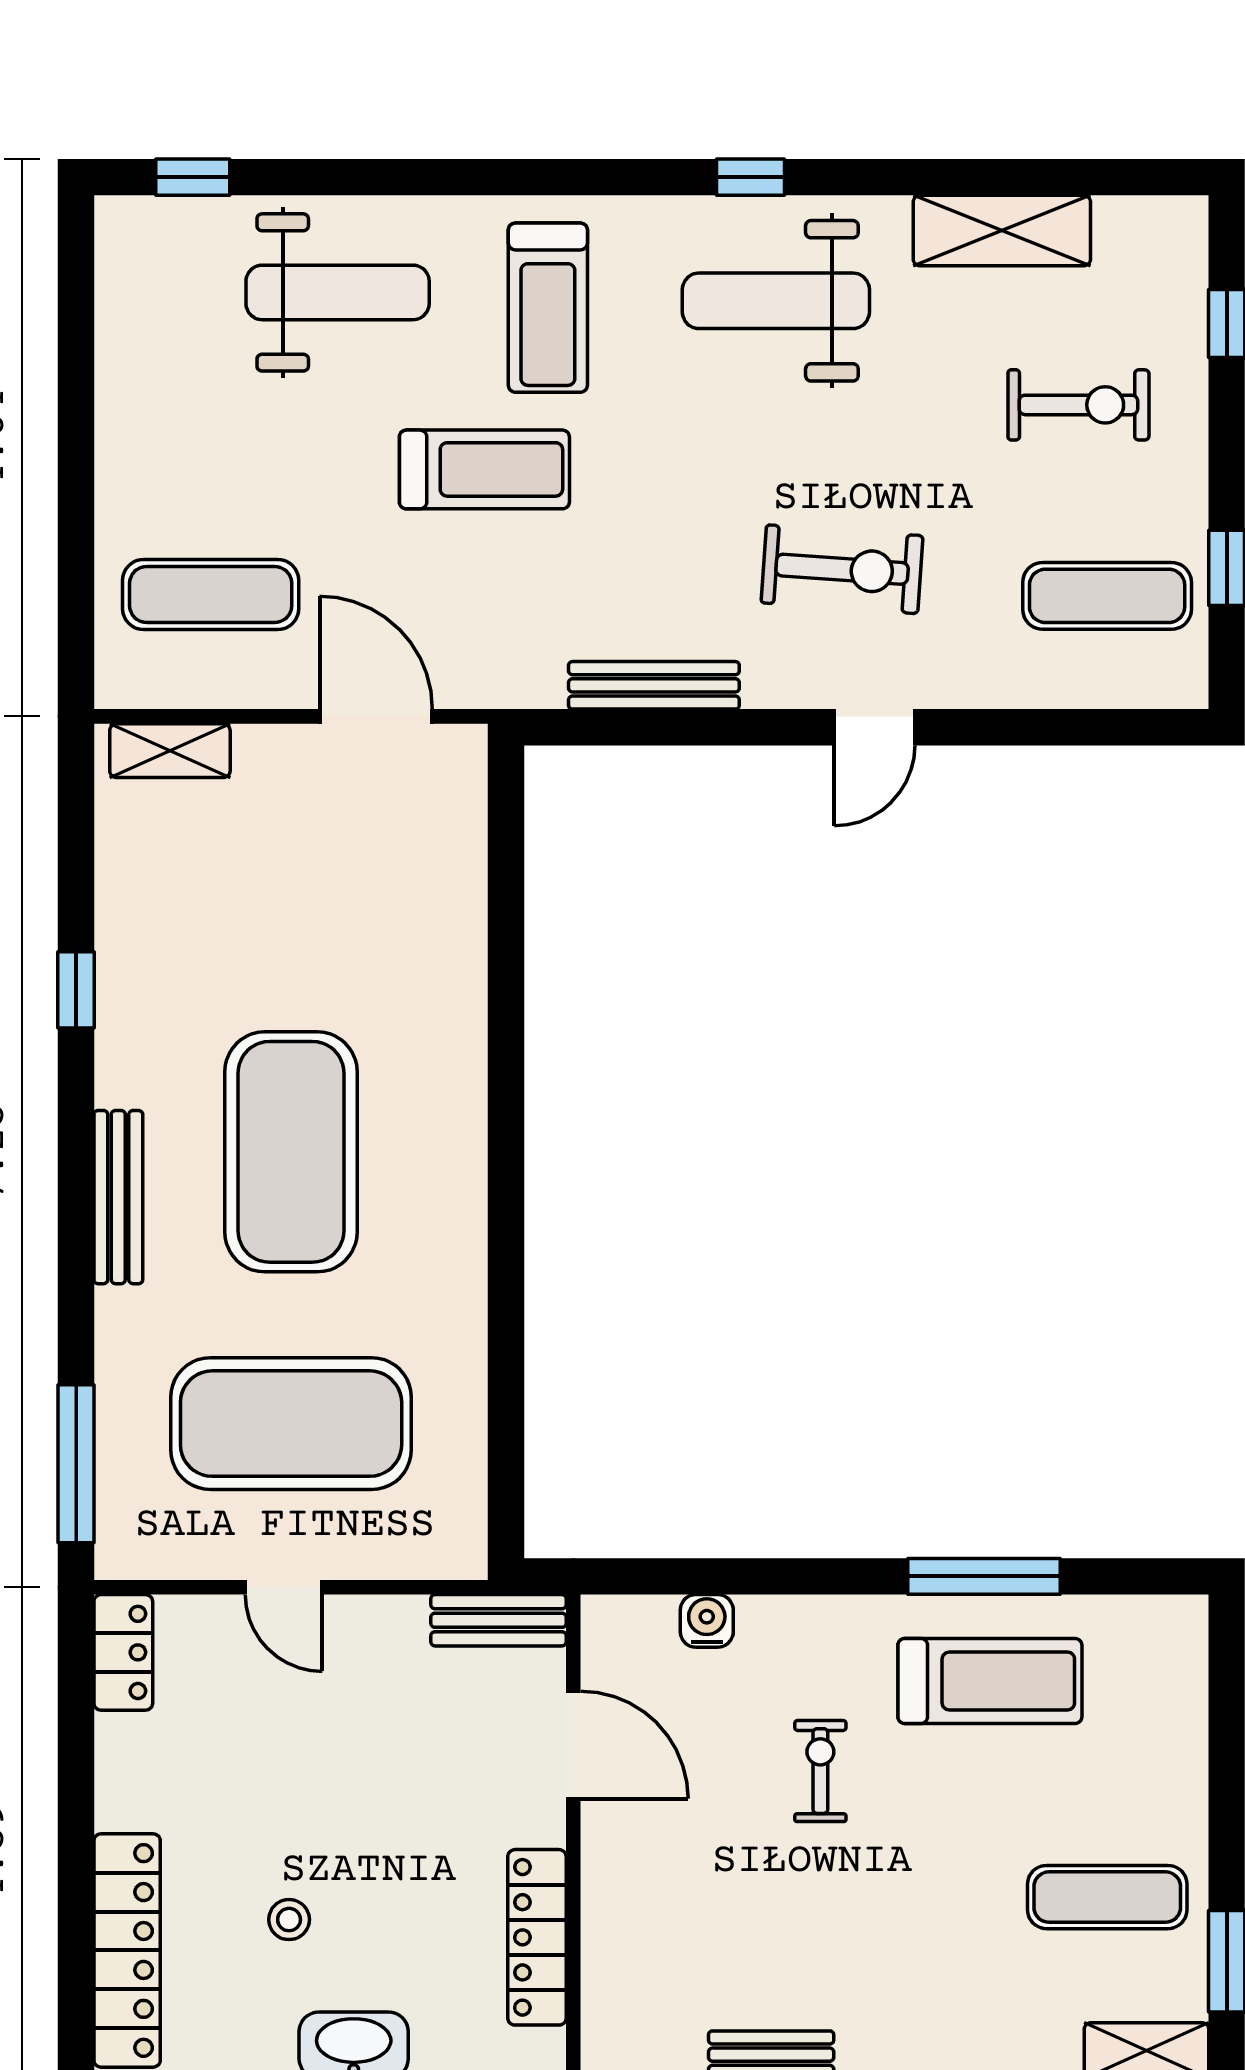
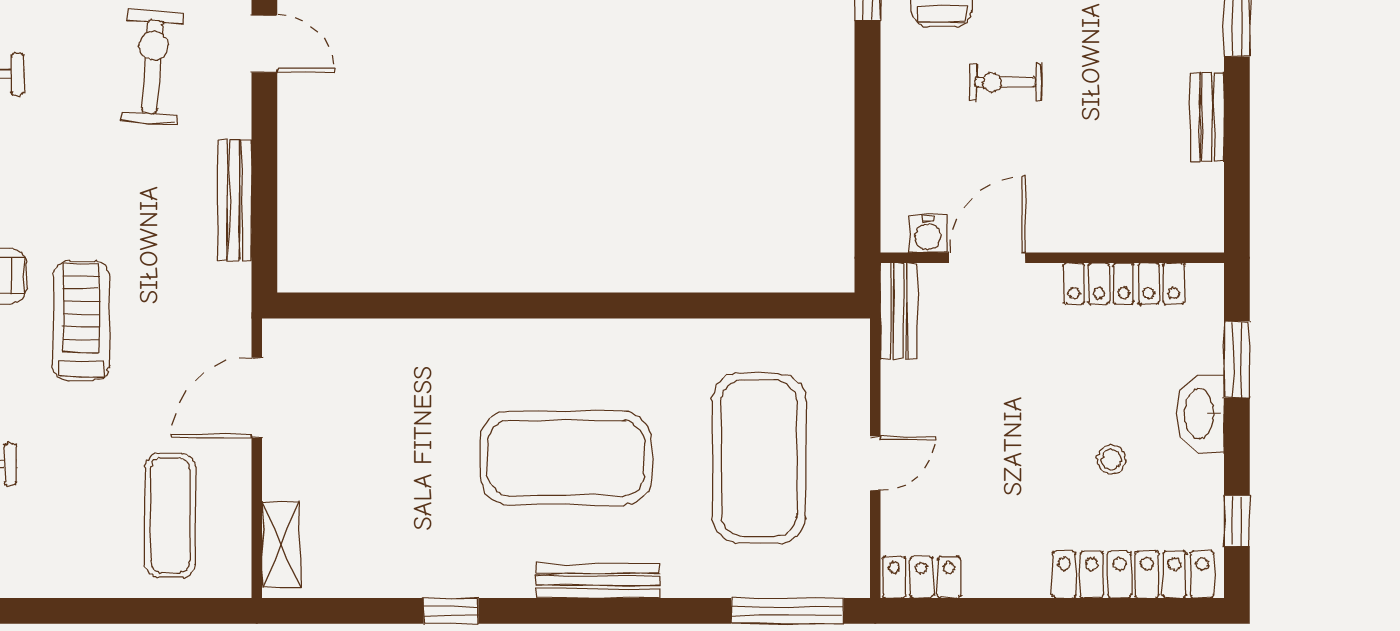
water cooler: (707, 1621) -> (928, 234), moved, turned -90

